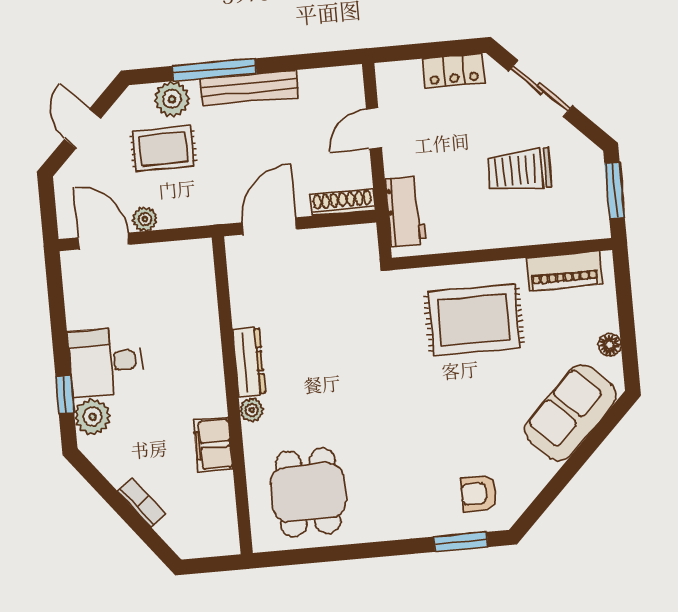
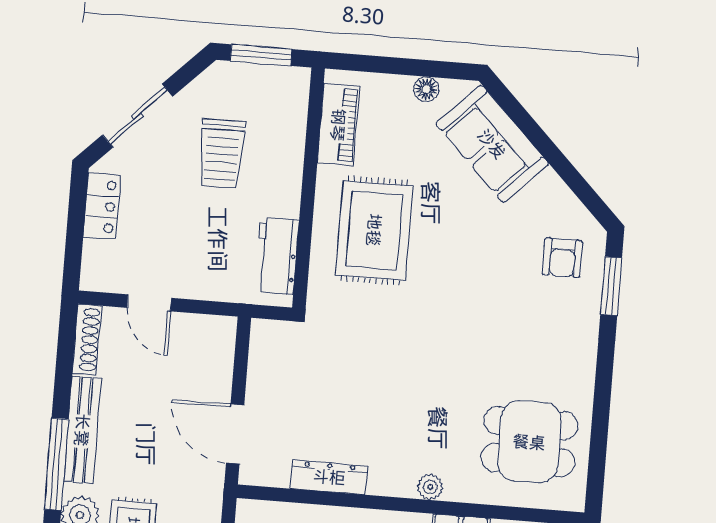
shoe rack: (343, 202) -> (87, 339), moved, turned 180
workbench: (405, 211) -> (277, 256), moved, turned -90
dresser: (249, 362) -> (329, 477), moved

